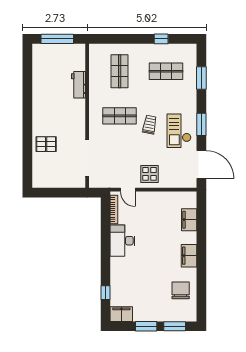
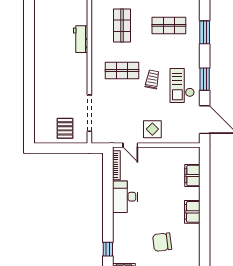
pallet: (46, 144) -> (65, 128), moved, turned 90
chair: (181, 290) -> (162, 242), moved, turned -97

